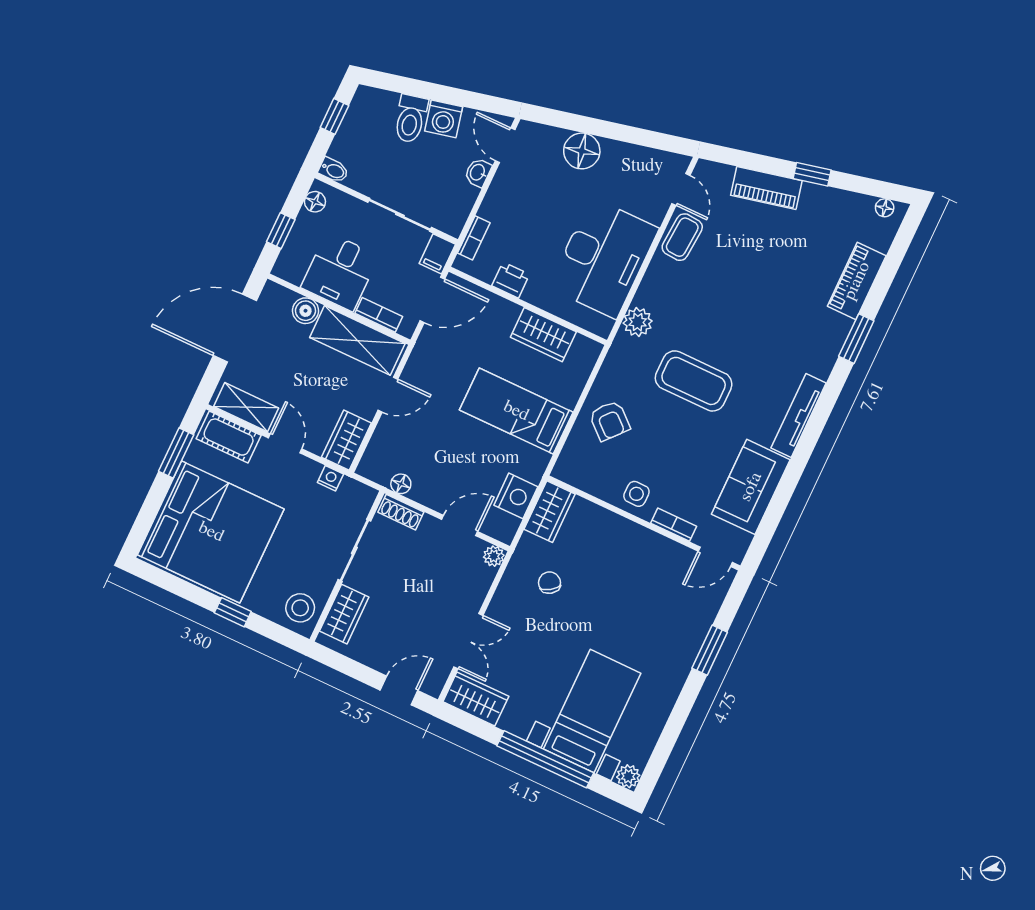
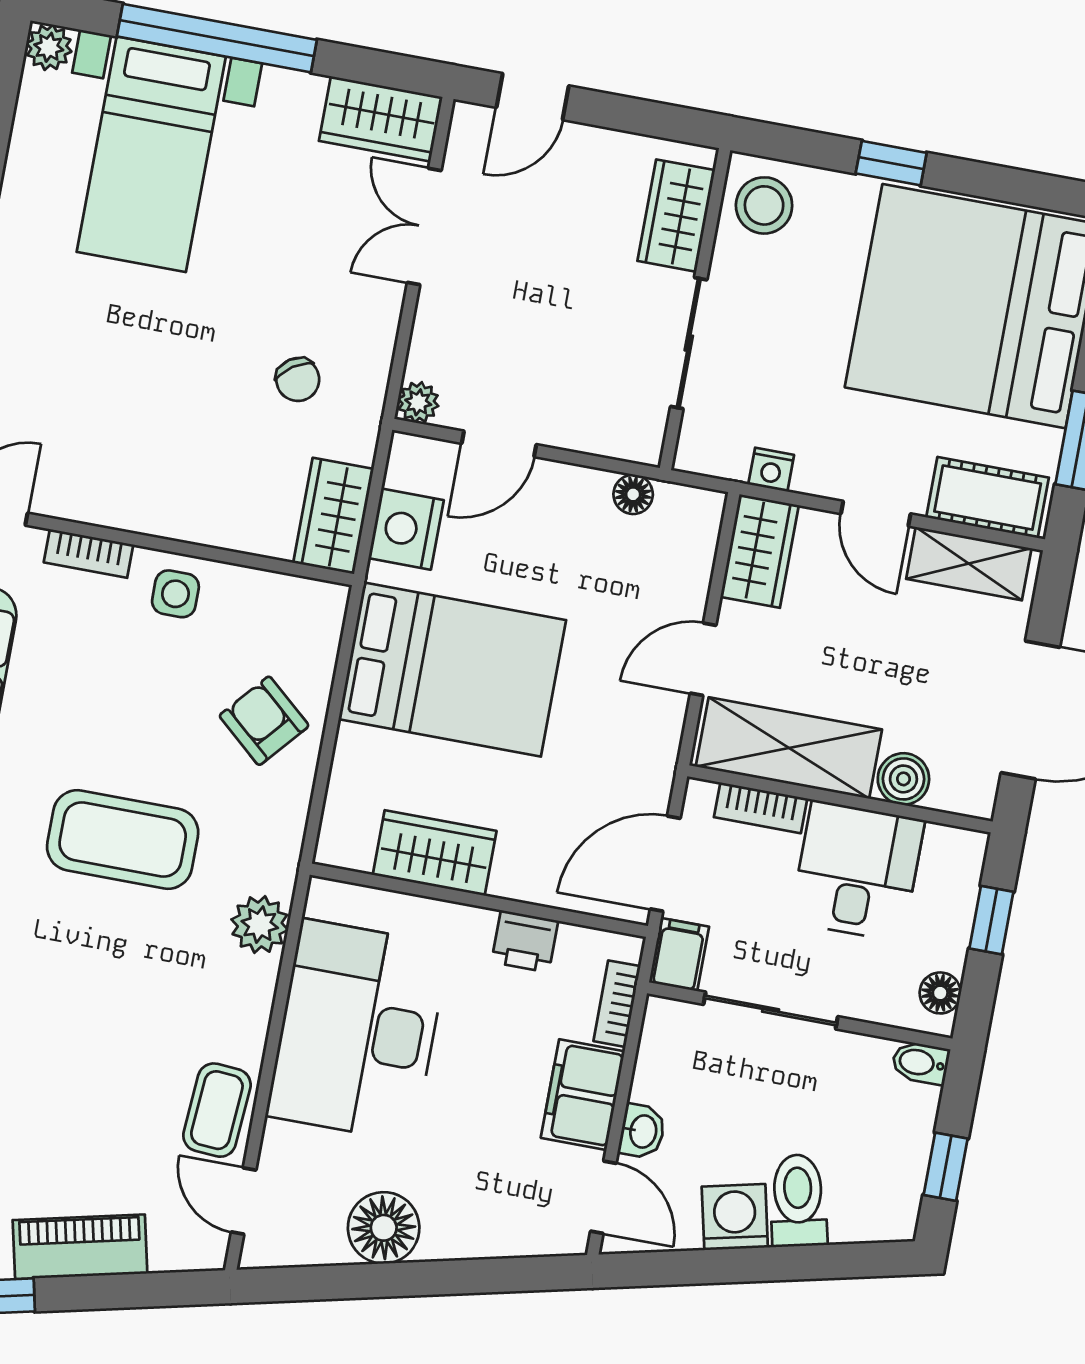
floor lamp: (582, 151) -> (384, 1228), moved
filing cabinet: (502, 198) -> (583, 1095), added
bed: (516, 411) -> (452, 670), width x1.50
shoe rack: (401, 512) -> (619, 440), removed

